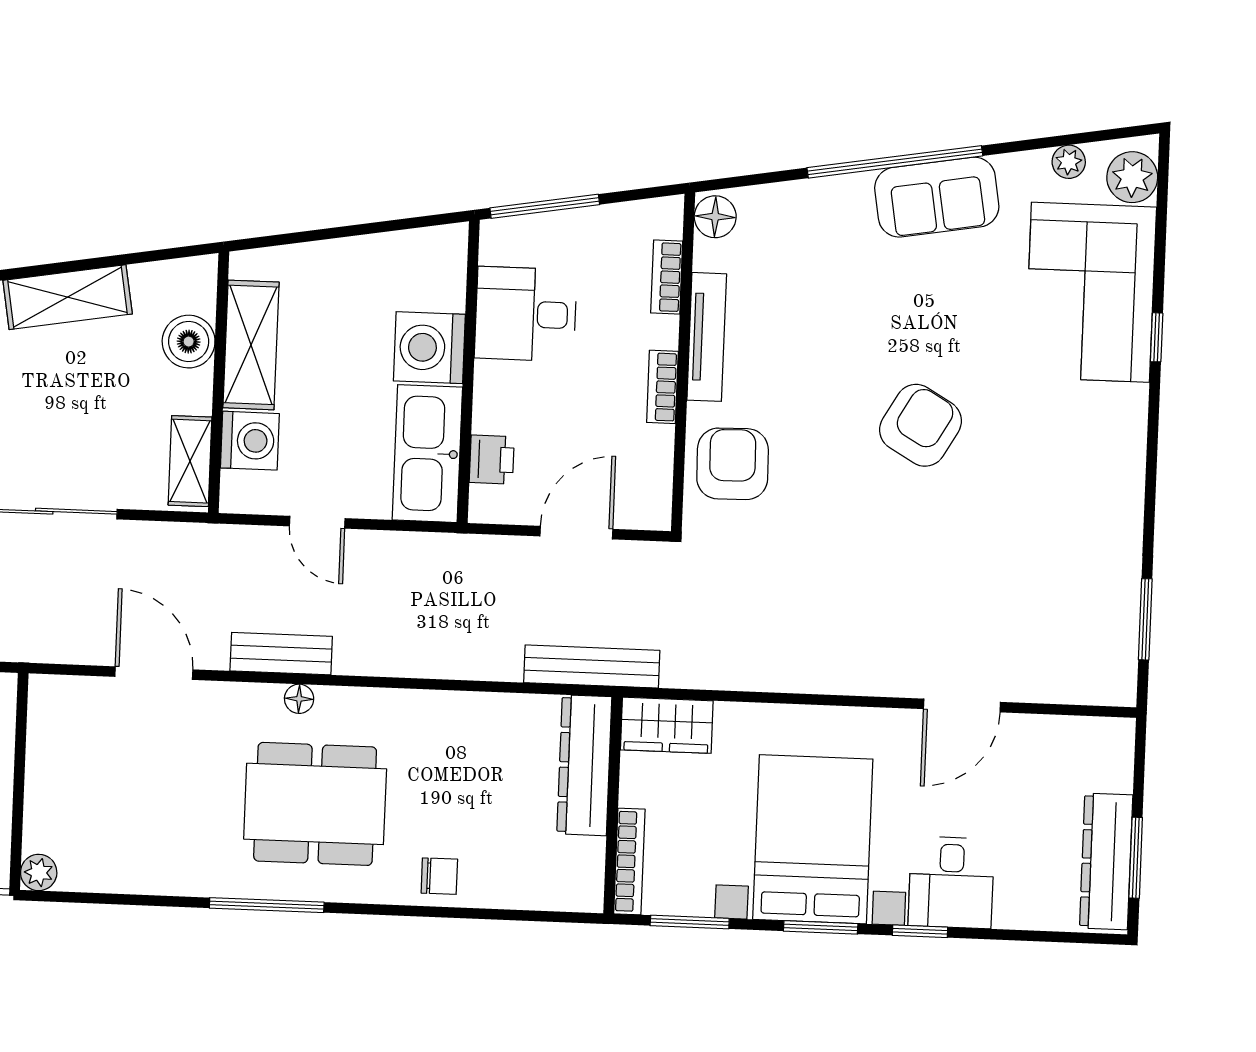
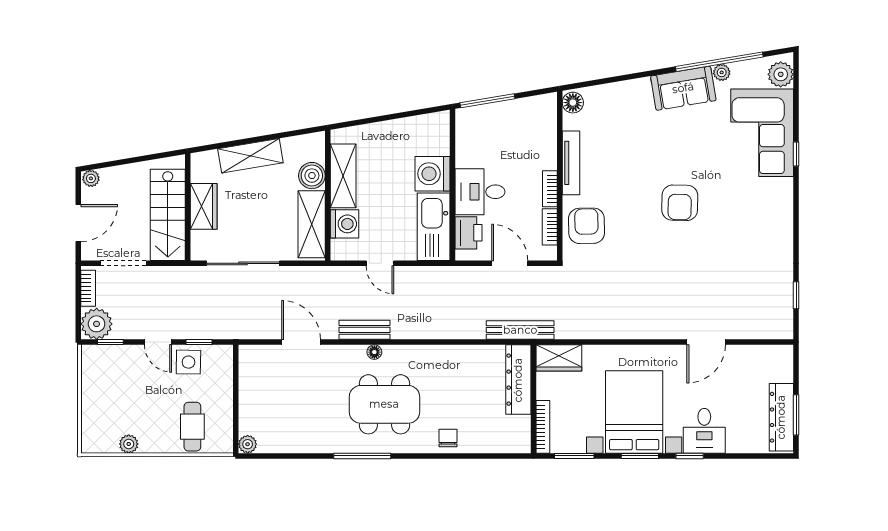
window: (895, 162) -> (719, 62), moved
plant: (1069, 162) -> (722, 72), moved
bookcase: (667, 277) -> (550, 227), moved
desk: (526, 314) -> (480, 192), moved
armchair: (921, 425) -> (680, 203), turned 151
printer: (492, 459) -> (469, 233), width x1.36, depth x1.24
shelving: (190, 461) -> (312, 224), width x1.50, depth x1.33
door: (576, 533) -> (510, 263), hinge flipped
window: (1145, 619) -> (796, 295), width x0.67
chair: (439, 876) -> (448, 438), turned -90

